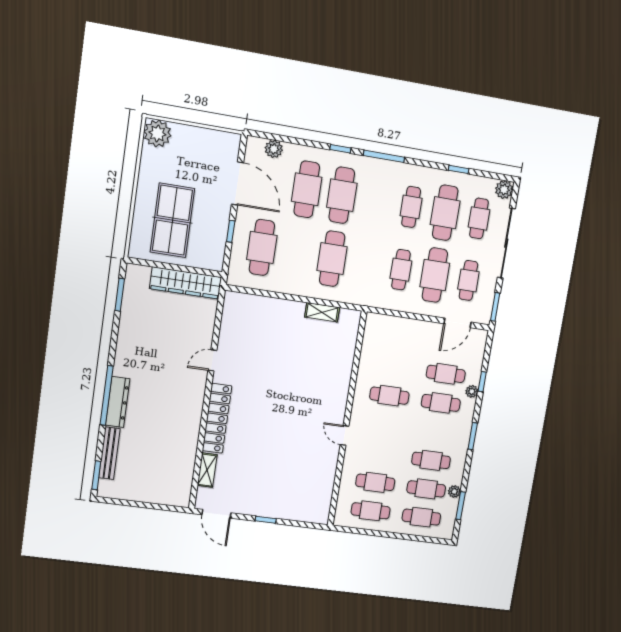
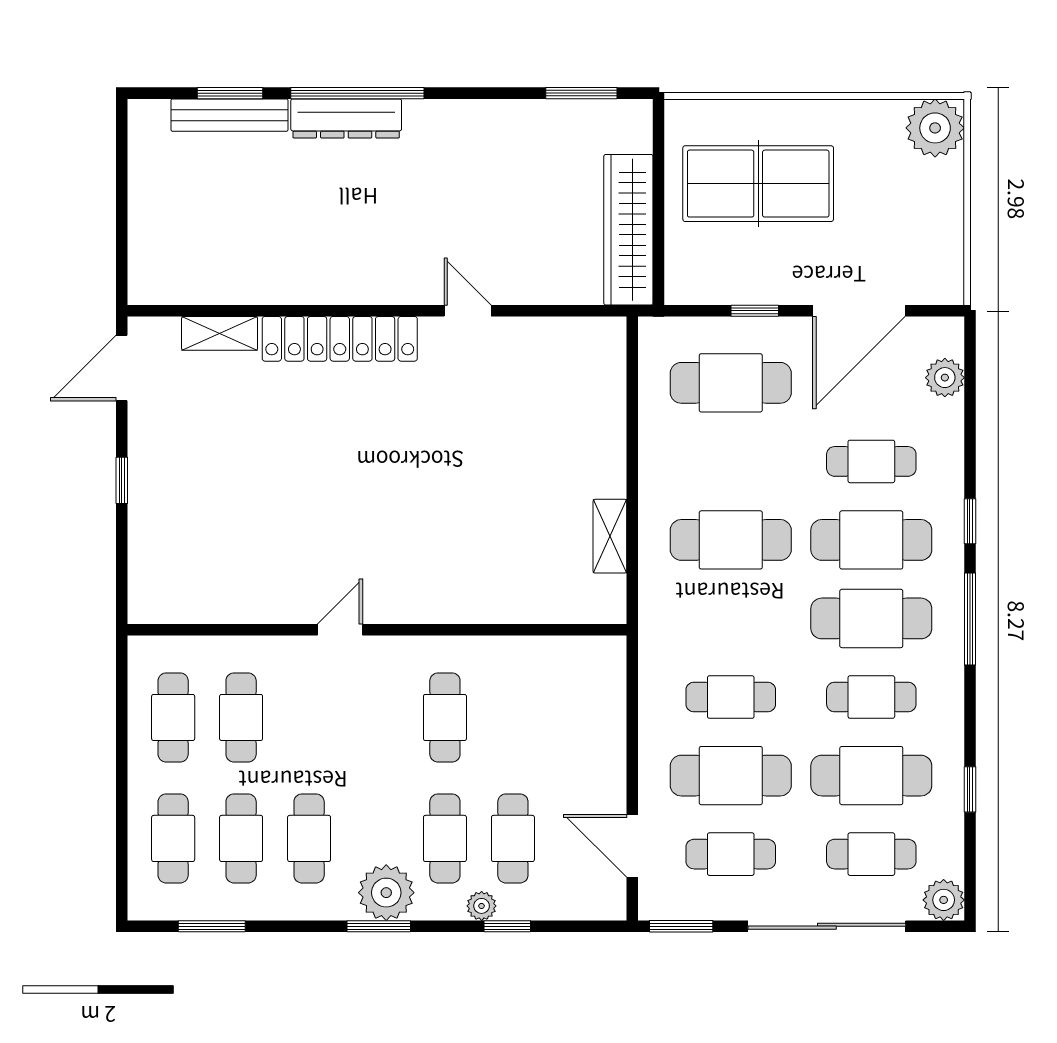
cafe table: (307, 189) -> (871, 461), width x0.73, depth x0.74
cafe table: (377, 201) -> (871, 618), added
window: (96, 475) -> (230, 93), moved
plant: (454, 492) -> (386, 893), moved, width x1.88, depth x1.88

